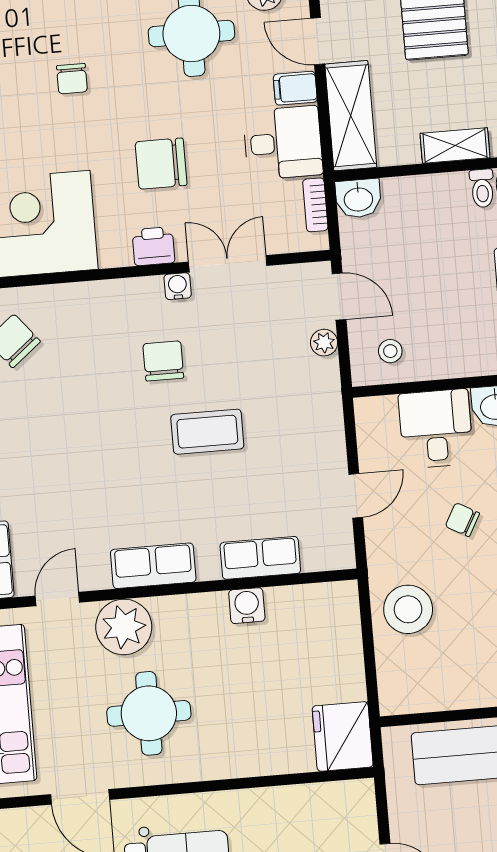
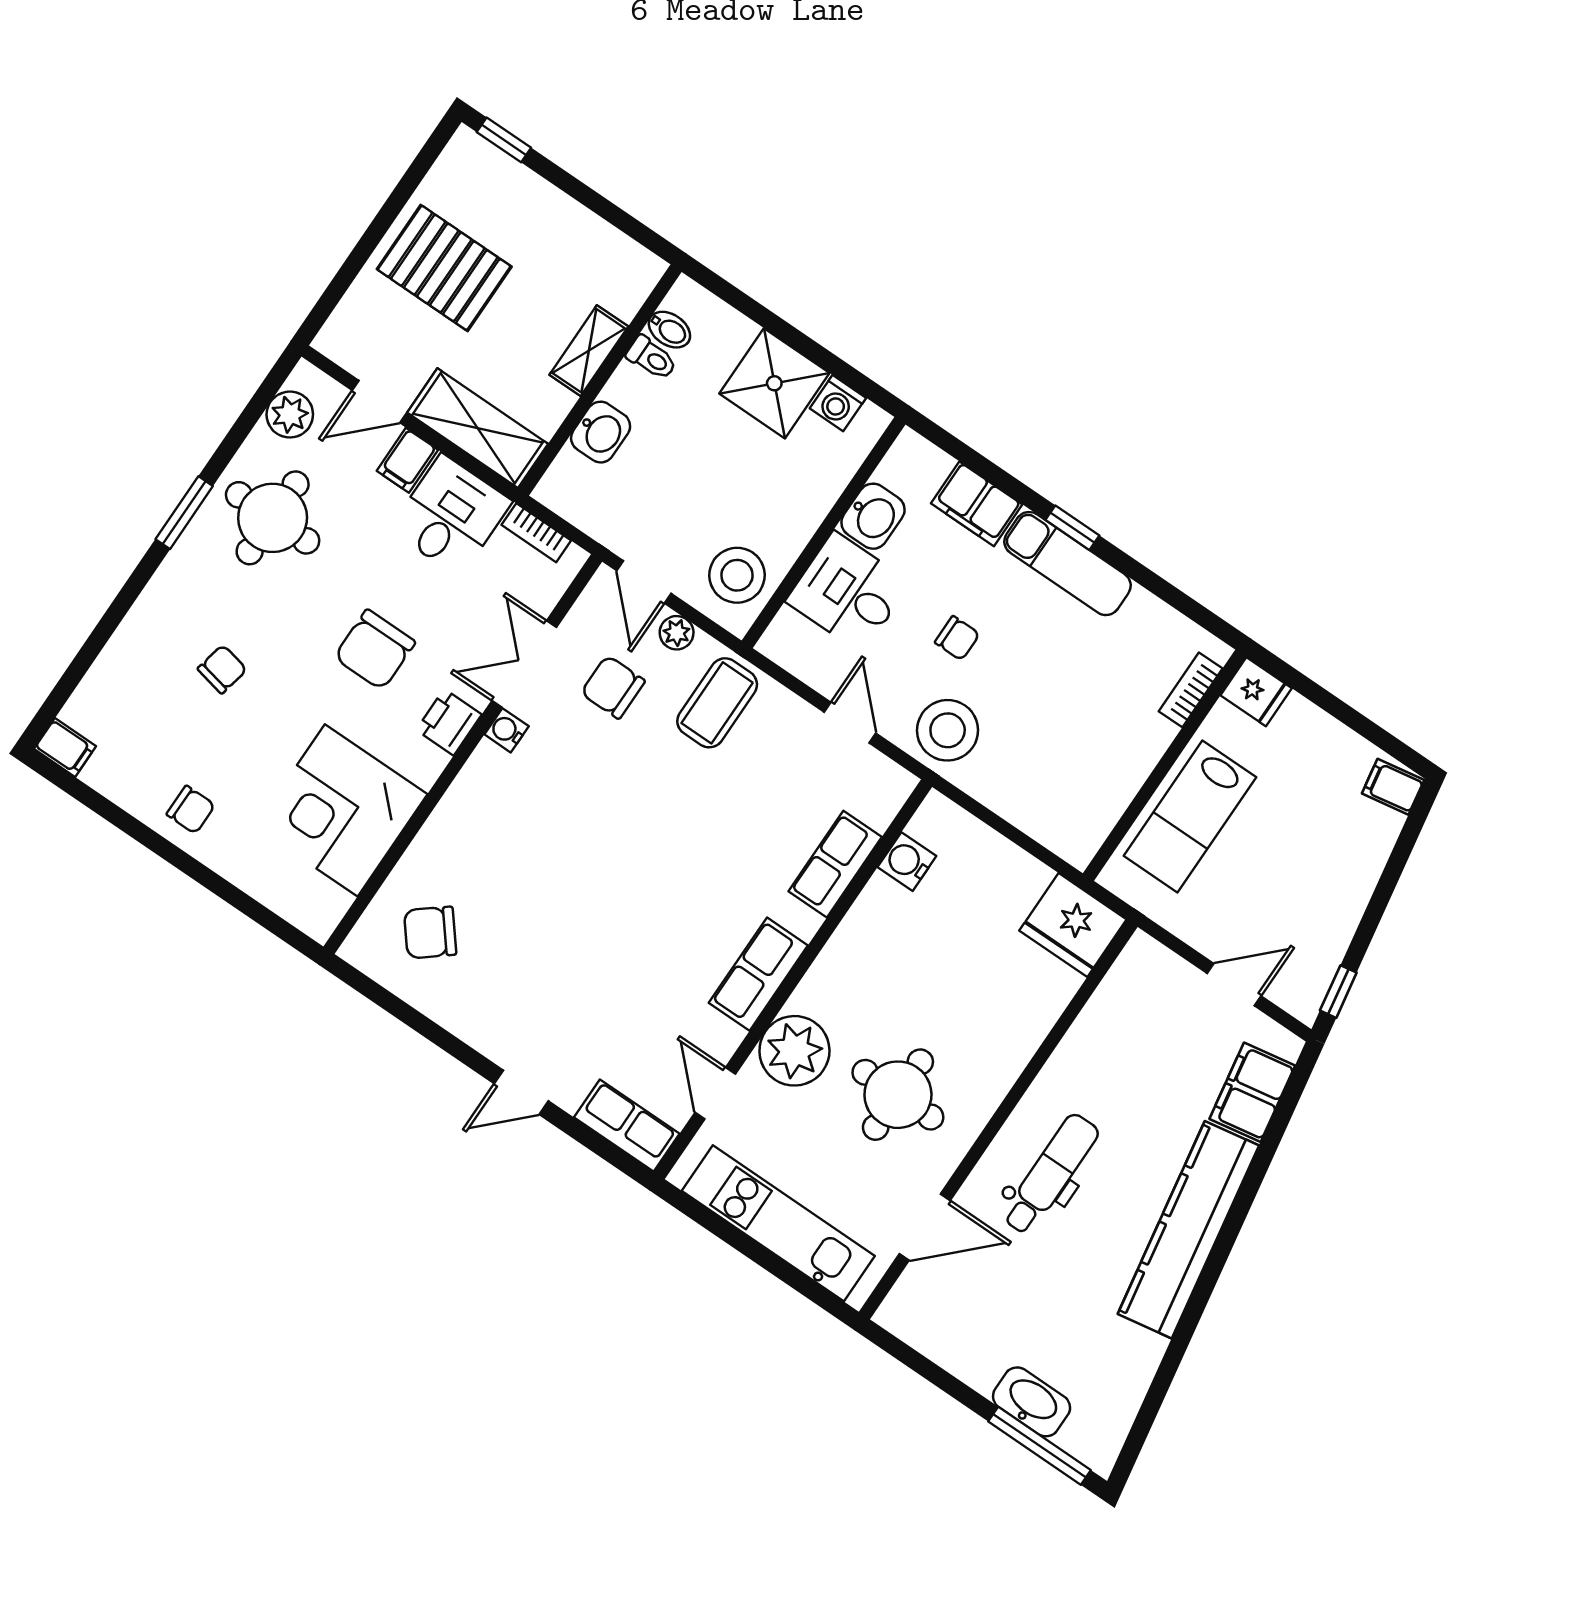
chair: (72, 79) -> (222, 669), turned -78
washbasin: (358, 198) -> (601, 432), moved
door: (339, 297) -> (644, 582), swing flipped
stool: (390, 351) -> (737, 575), width x1.89, depth x1.89
chair: (163, 361) -> (613, 687), moved
coffee table: (207, 432) -> (717, 703), moved
chair: (462, 520) -> (957, 638), turned -119
water cooler: (247, 606) -> (907, 862), moved
stool: (408, 609) -> (948, 730), moved

